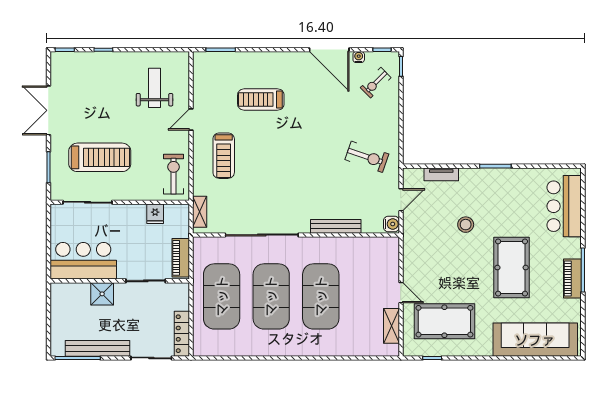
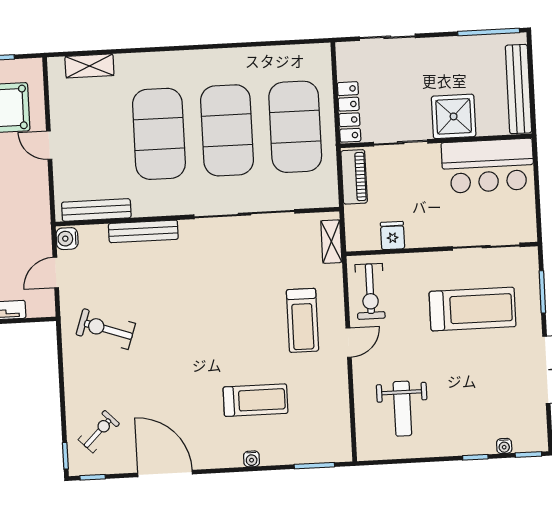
water cooler: (82, 57) -> (504, 446), added
water cooler: (359, 57) -> (252, 459), moved
door: (191, 119) -> (349, 343), moved
treadmill: (224, 156) -> (302, 320), turned 180
treadmill: (100, 157) -> (473, 309), turned 180
bench: (369, 244) -> (96, 210), added
shower: (102, 294) -> (454, 116), width x1.36, depth x1.36
shelving: (391, 326) -> (89, 66), moved, turned 90
locker: (182, 334) -> (349, 112), moved
bench: (97, 348) -> (518, 89), moved, turned 90

